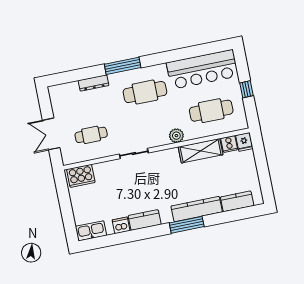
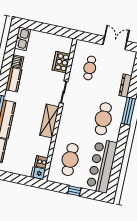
double door: (51, 134) -> (115, 43), moved
plant: (176, 136) -> (63, 128), removed
shelving: (201, 151) -> (49, 121), moved
cooker: (81, 176) -> (61, 62), moved

